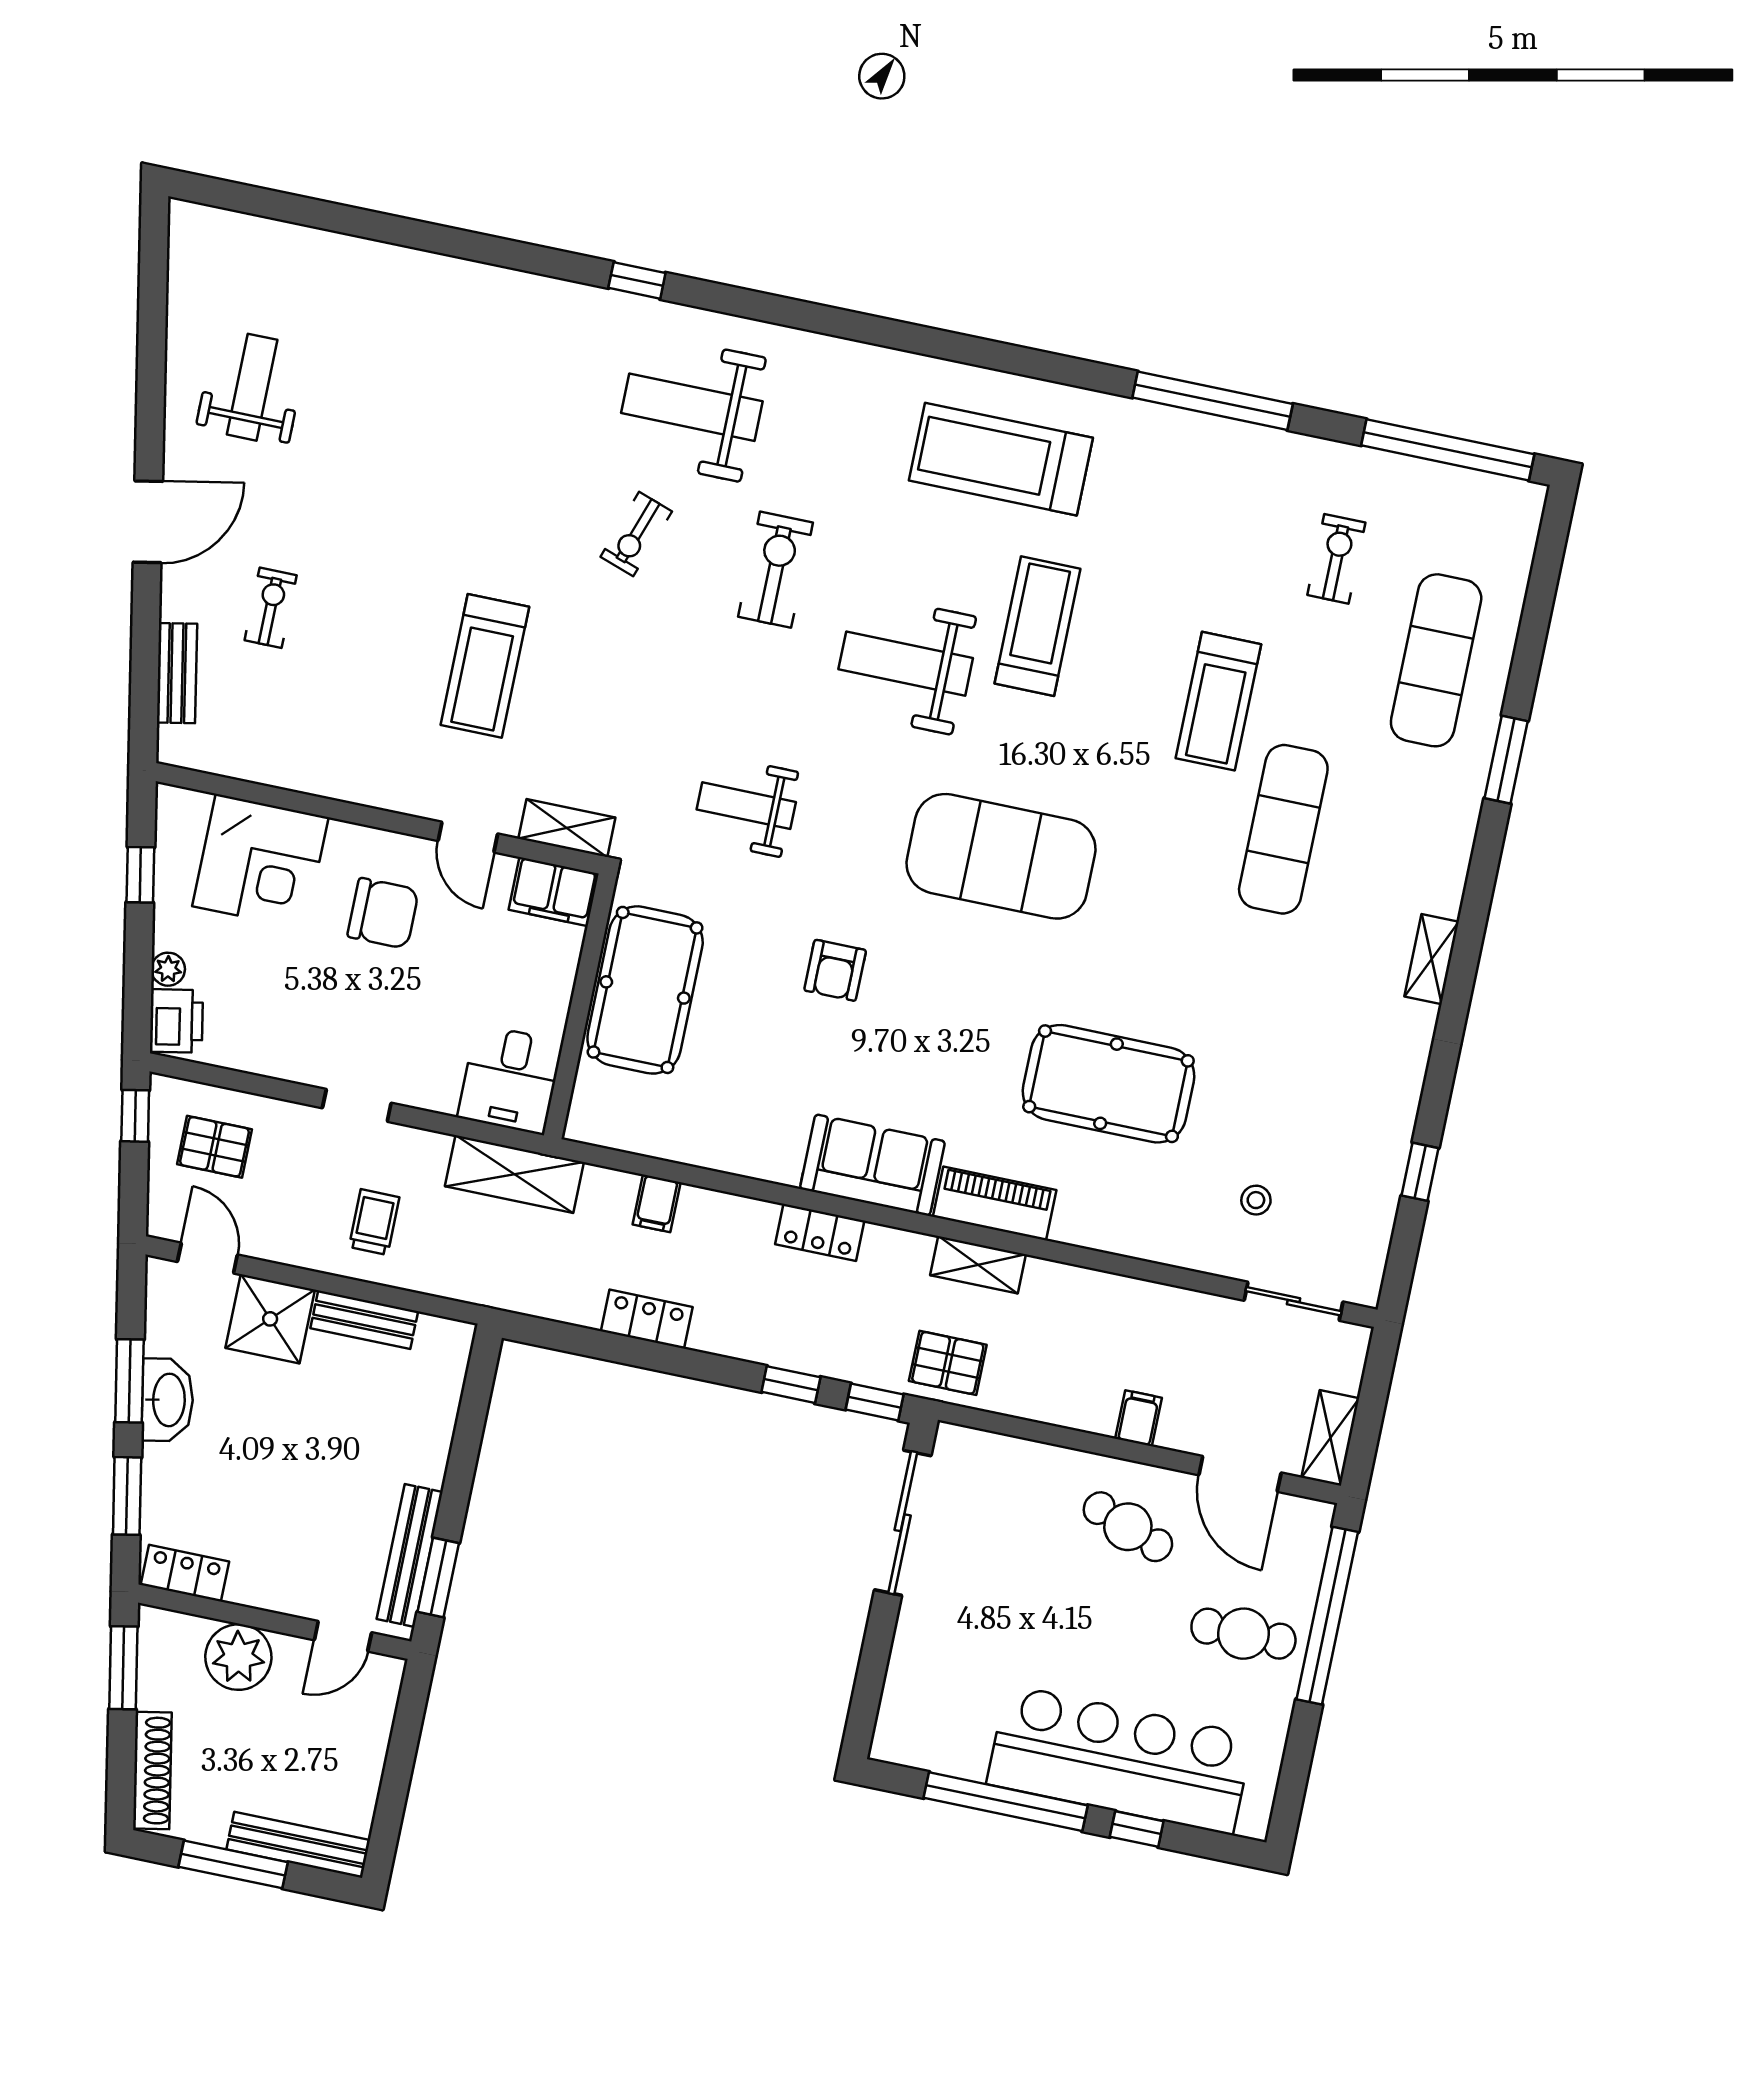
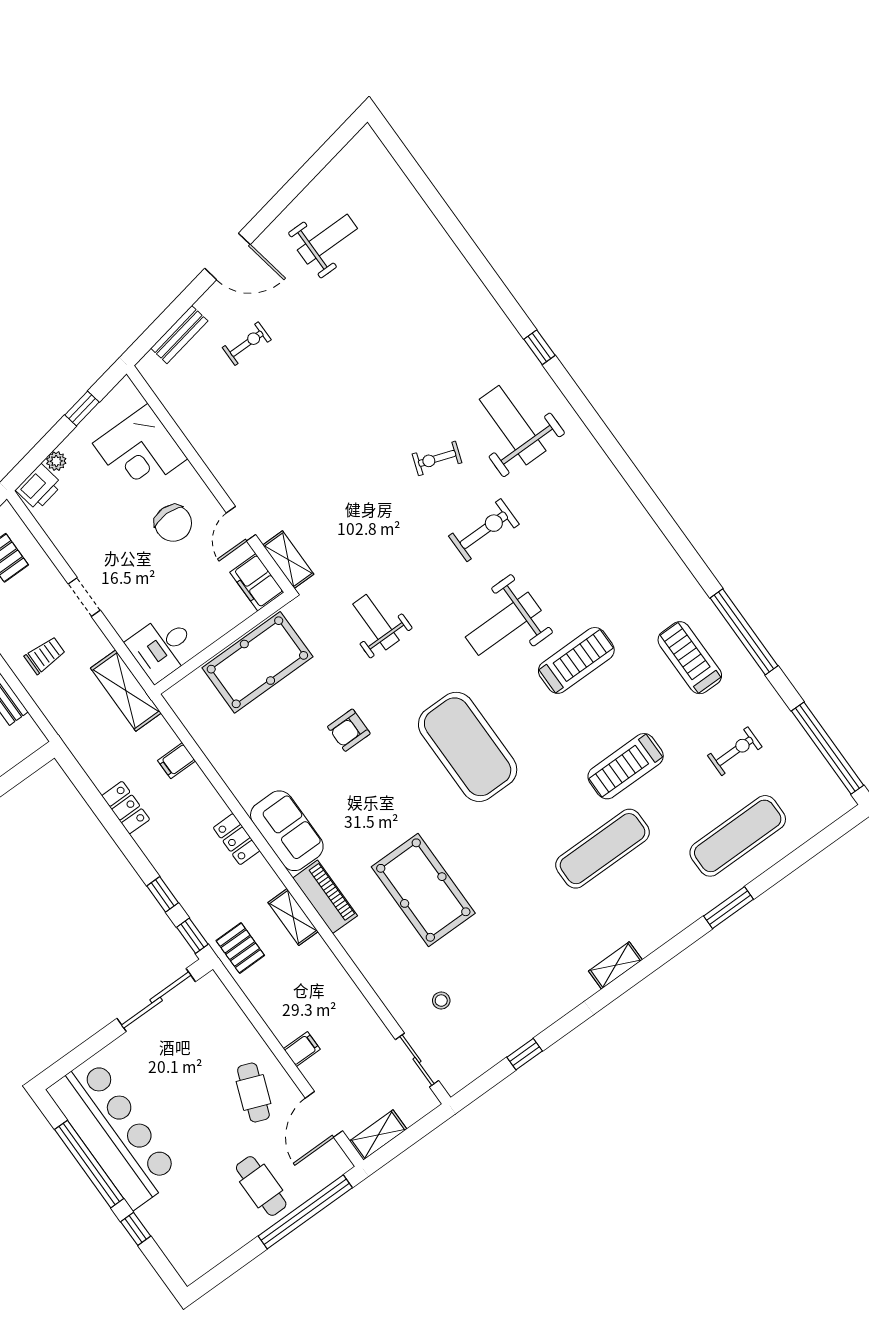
treadmill: (1001, 459) -> (690, 658), moved, width x0.73, depth x0.73
weight bench: (906, 664) -> (503, 624), turned -90
treadmill: (485, 666) -> (317, 455), removed
bar counter: (1120, 1760) -> (114, 1133), moved

